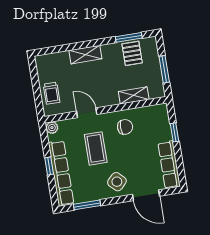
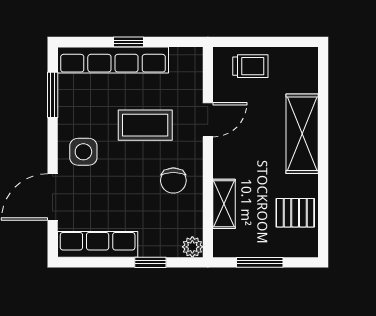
window: (129, 37) -> (323, 211), removed
shelving: (85, 55) -> (302, 134), width x1.50, depth x1.33
trolley: (52, 93) -> (250, 66), turned 180
plant: (52, 128) -> (192, 247), moved
side table: (117, 182) -> (83, 152), turned 45

